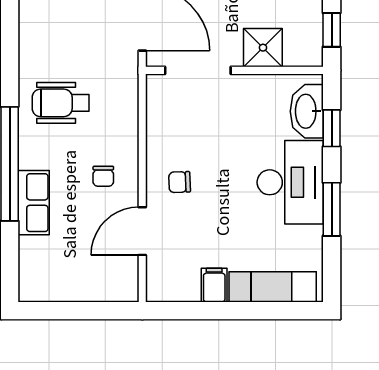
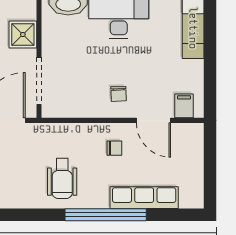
row of seats: (34, 203) -> (144, 198), width x1.48
filing cabinet: (214, 285) -> (184, 106), moved, turned 90

